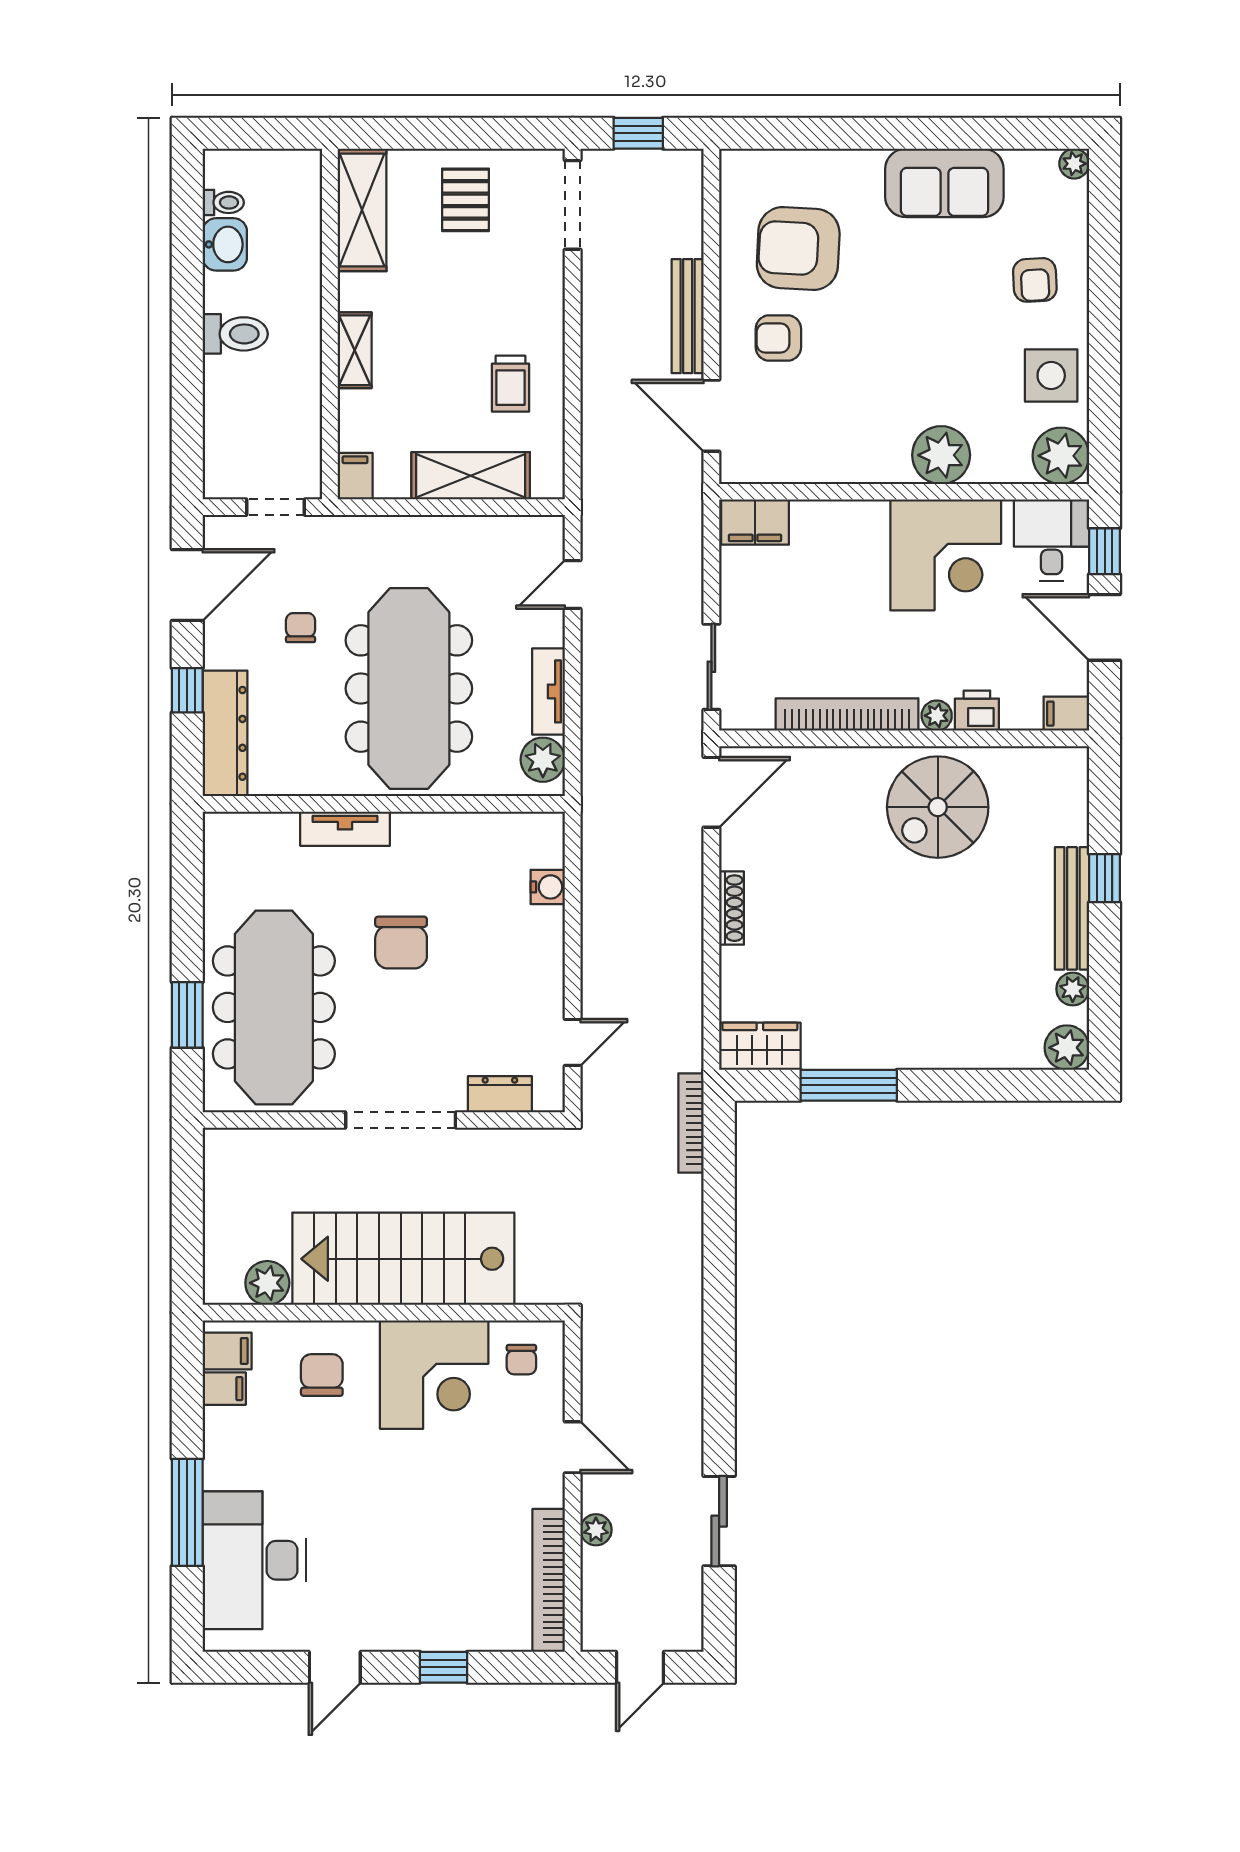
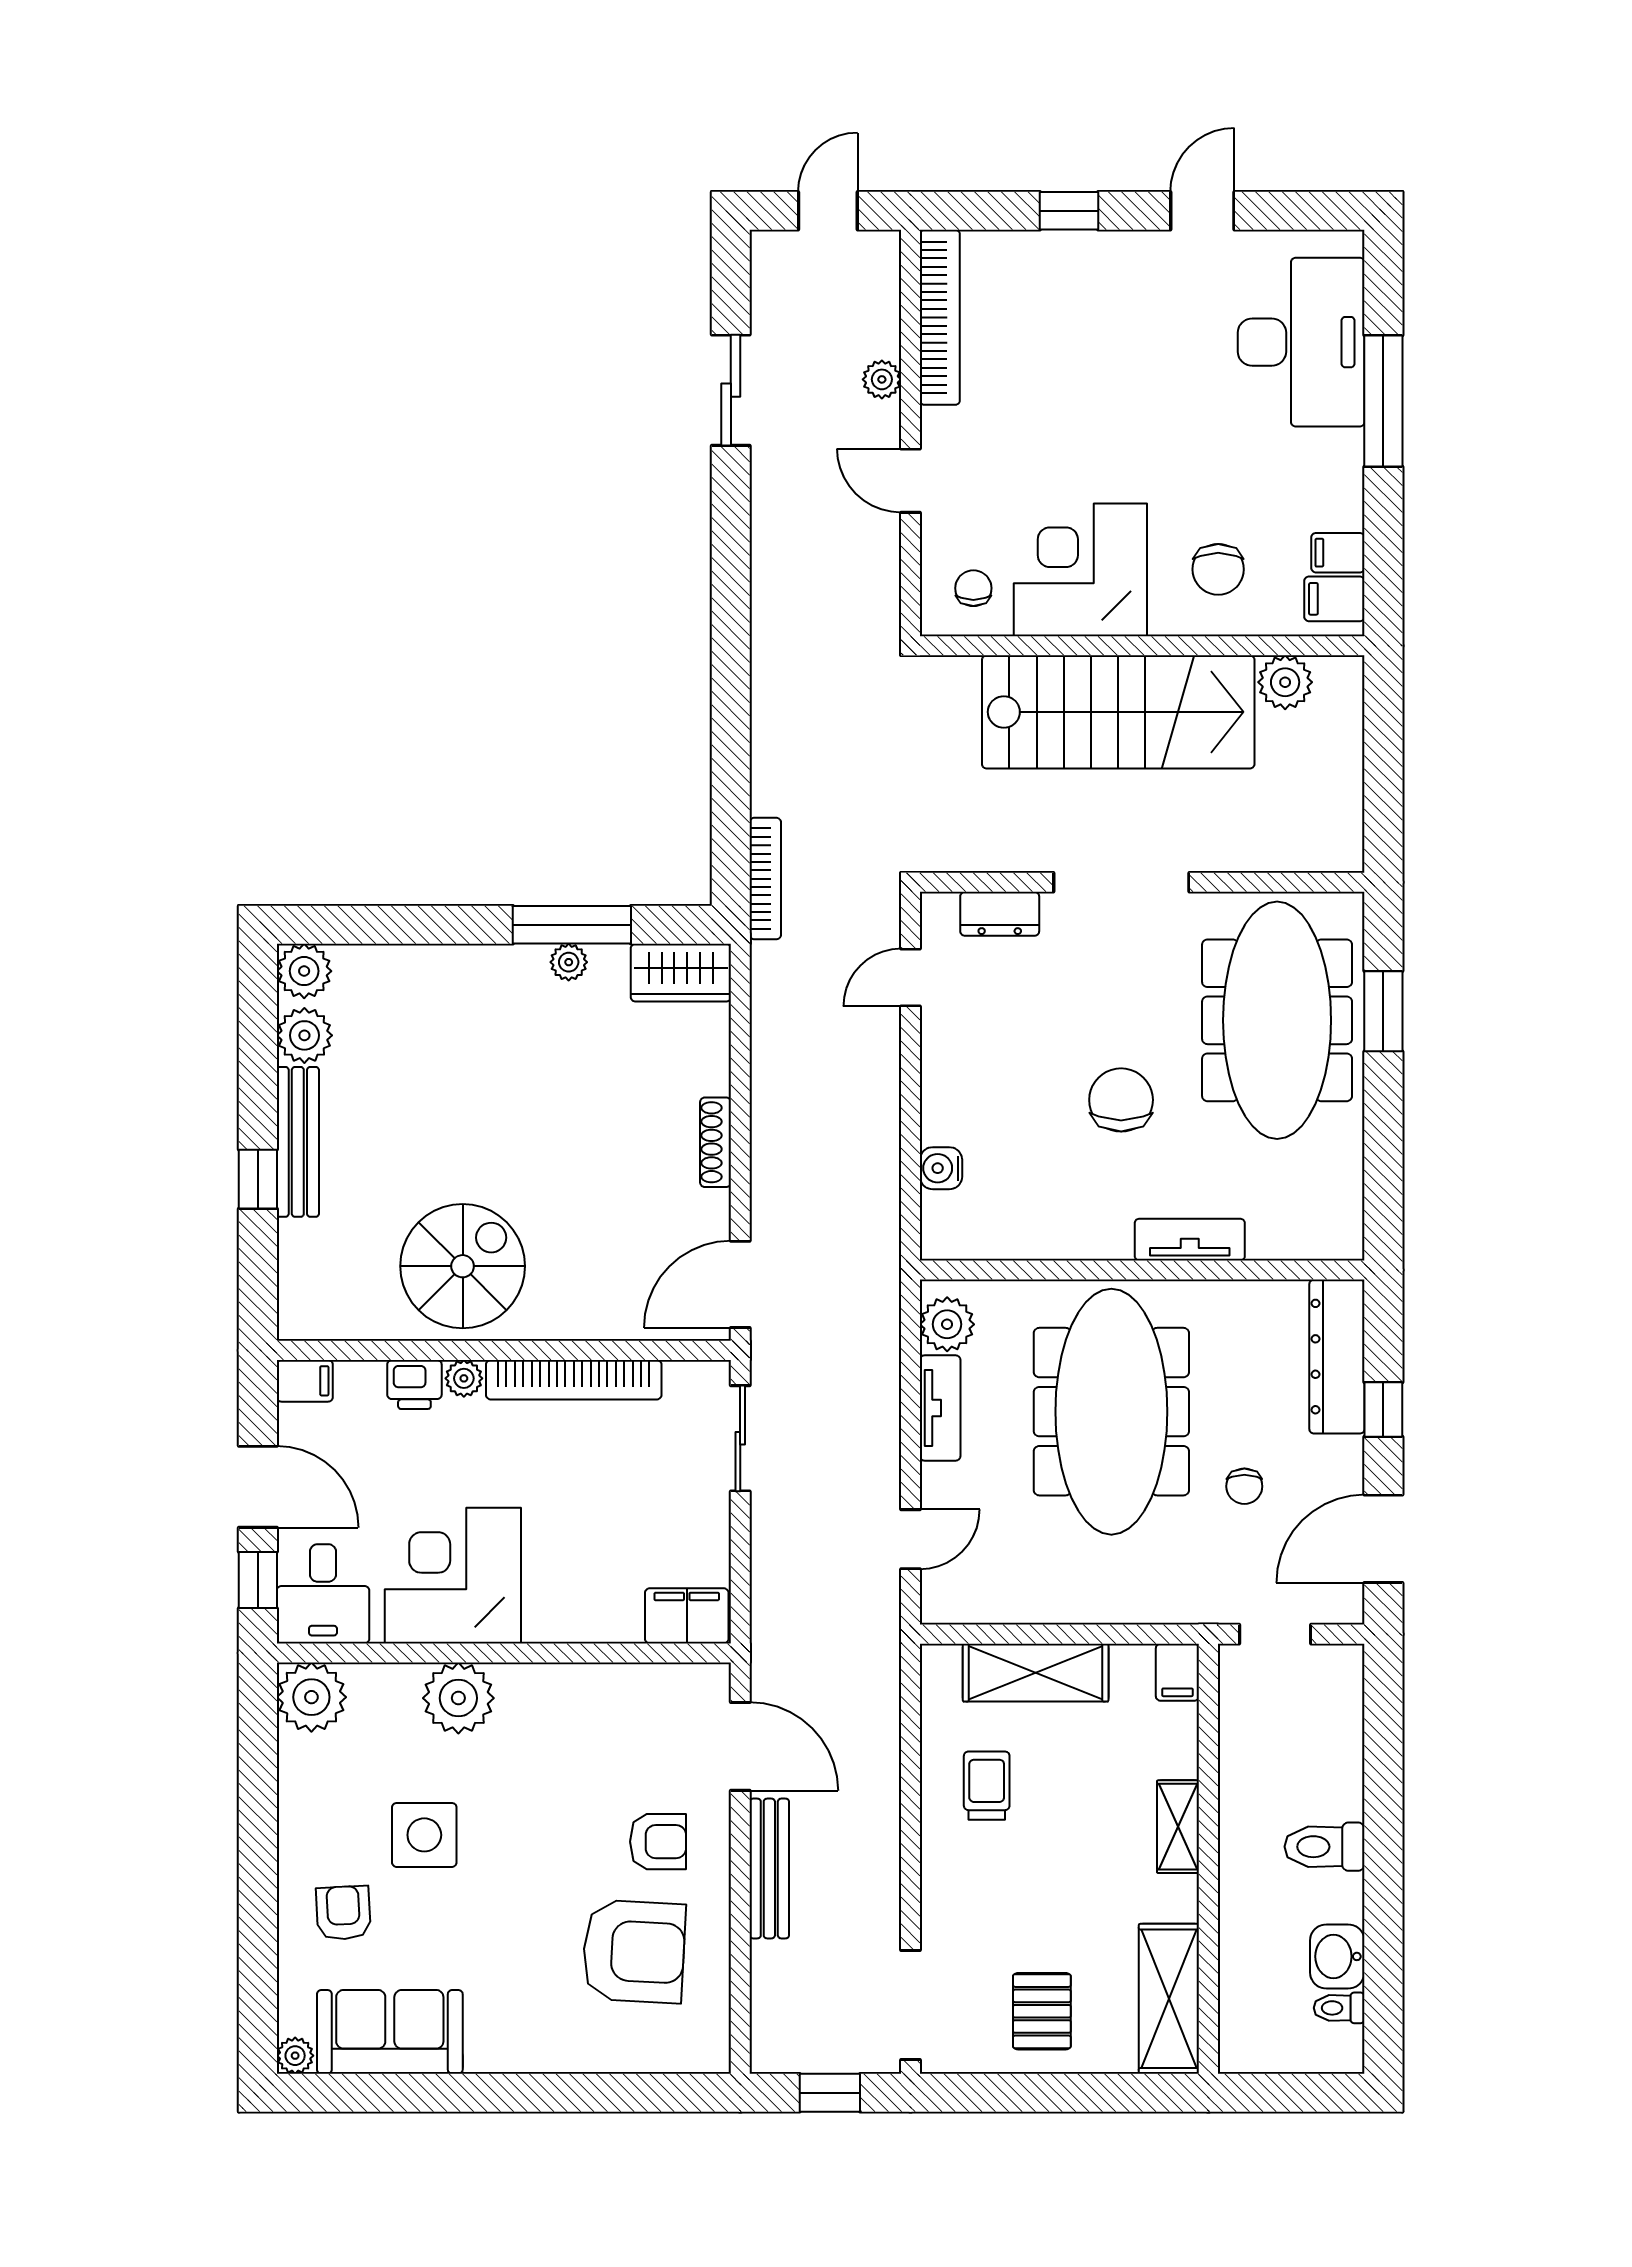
sofa: (944, 183) -> (390, 2032), moved
side table: (1051, 375) -> (424, 1835), moved
plant: (1073, 989) -> (304, 1035), width x1.38, depth x1.38
plant: (851, 1055) -> (569, 962), added

